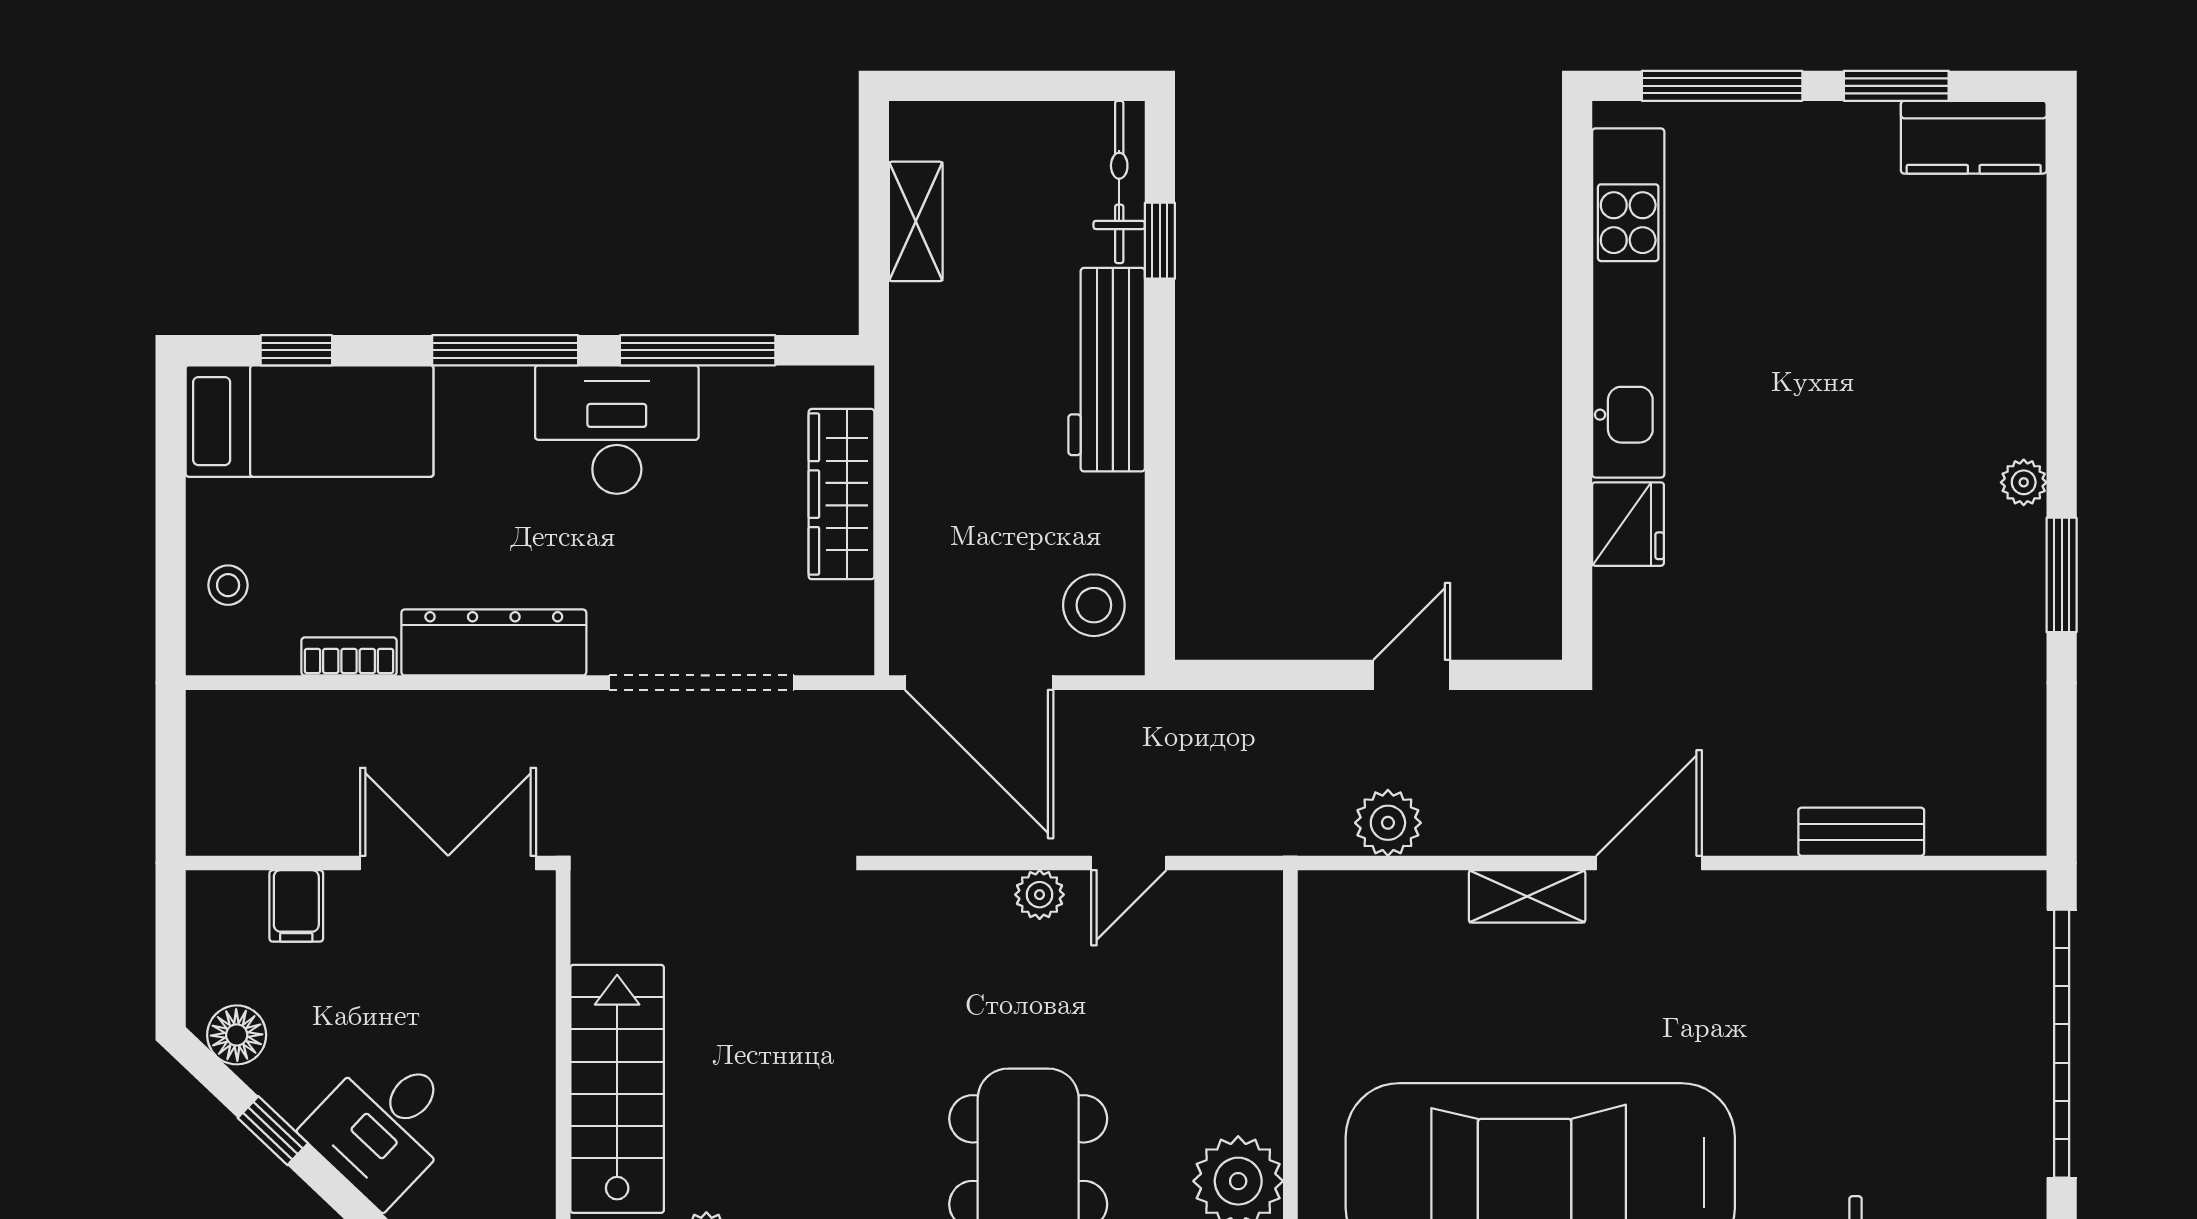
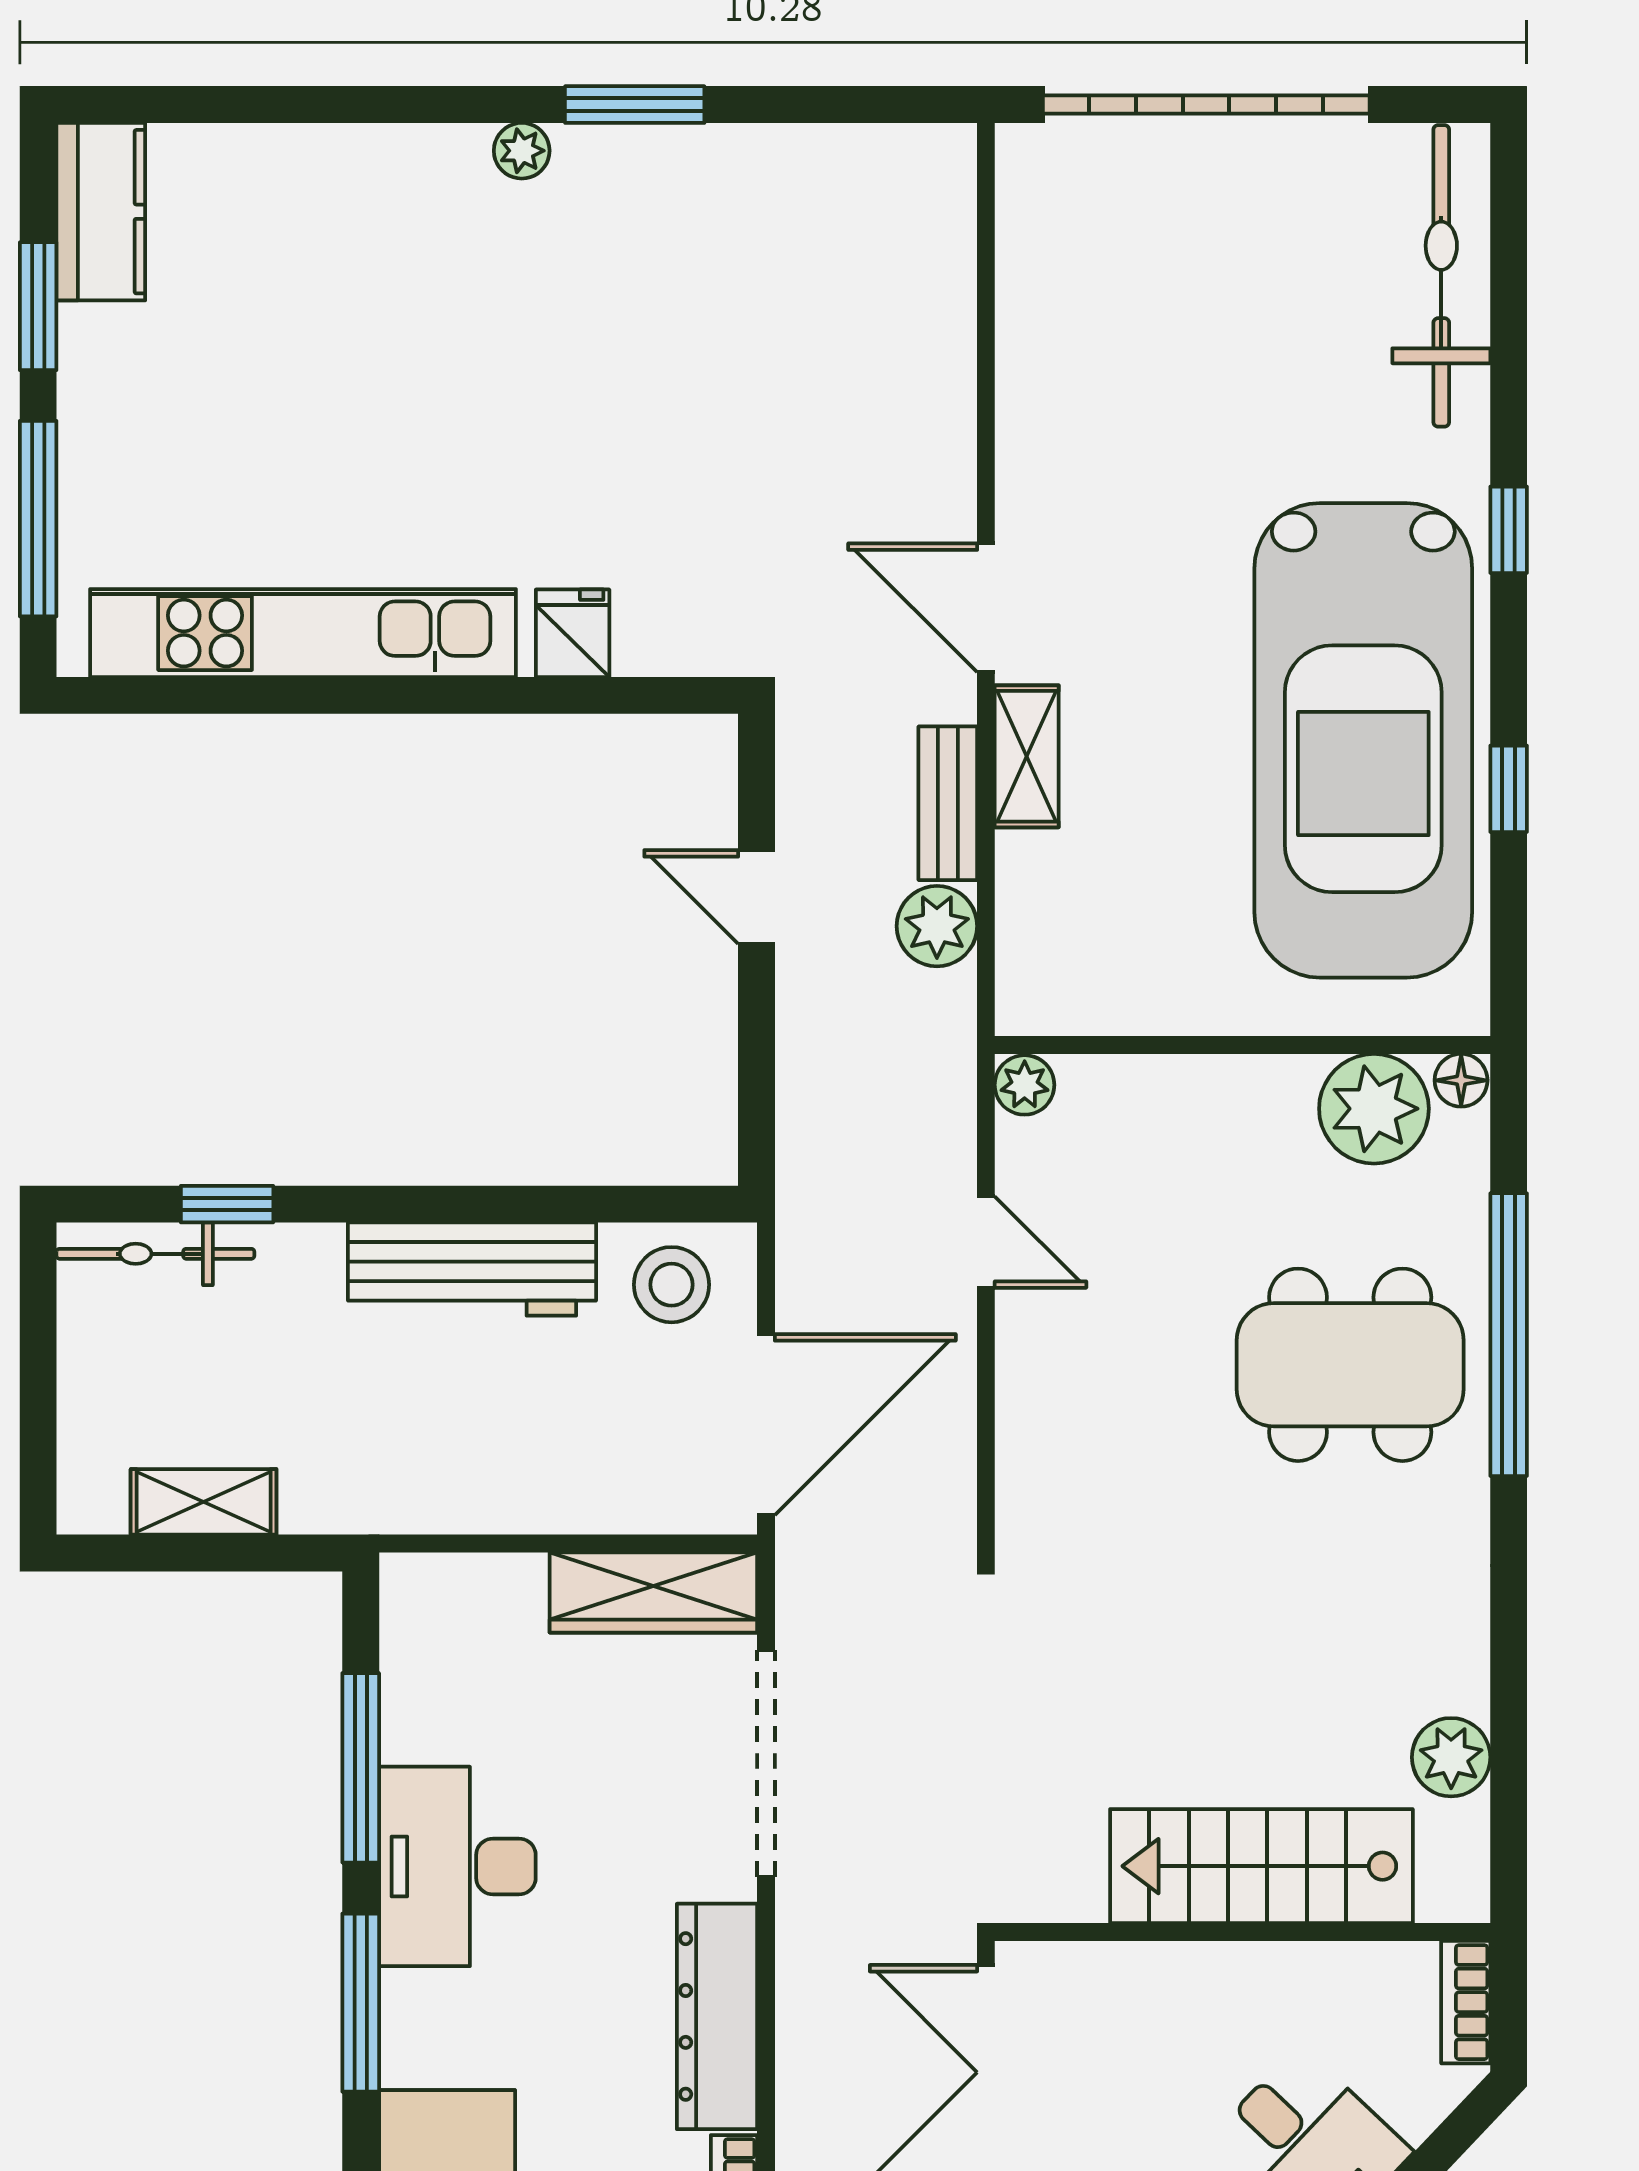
workbench: (1107, 370) -> (472, 1269), moved
wardrobe: (842, 494) -> (653, 1592), moved
fridge: (1628, 524) -> (573, 633), width x0.72
bench: (1861, 832) -> (948, 803), moved
plant: (1040, 895) -> (1025, 1085), moved

